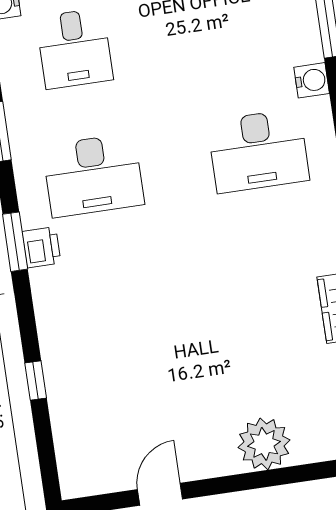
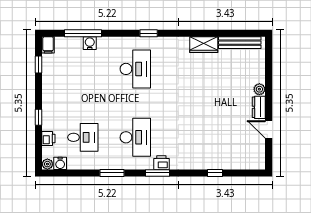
water cooler: (312, 80) -> (90, 43), moved
plant: (264, 444) -> (259, 89), width x0.53, depth x0.53
dresser: (210, 463) -> (259, 107), added

